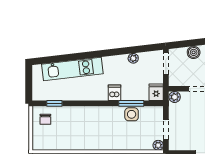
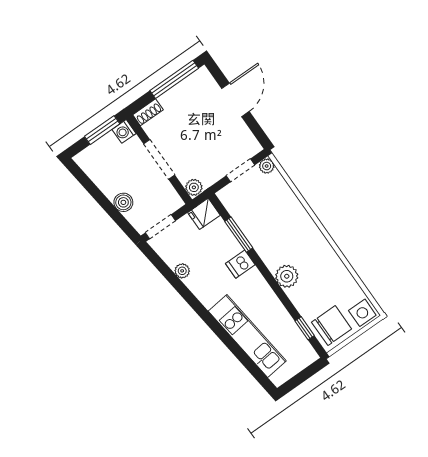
plant: (90, 114) -> (287, 276), added
side table: (132, 114) -> (362, 313), moved
chair: (45, 119) -> (332, 326), width x1.87, depth x1.87

